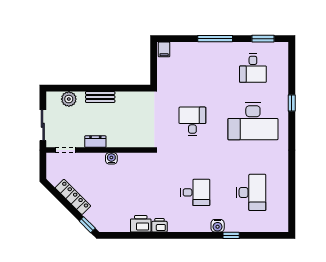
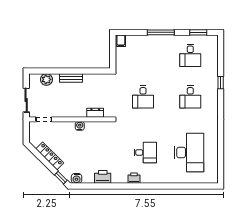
desk: (192, 121) -> (143, 97), turned 180
desk: (253, 121) -> (190, 97), width x0.53, depth x0.77
dresser: (95, 142) -> (95, 113), moved
desk: (251, 192) -> (189, 152), width x1.36, depth x1.30
printer: (159, 225) -> (134, 178), moved
water cooler: (218, 226) -> (77, 178), moved
window: (231, 235) -> (173, 186), removed

